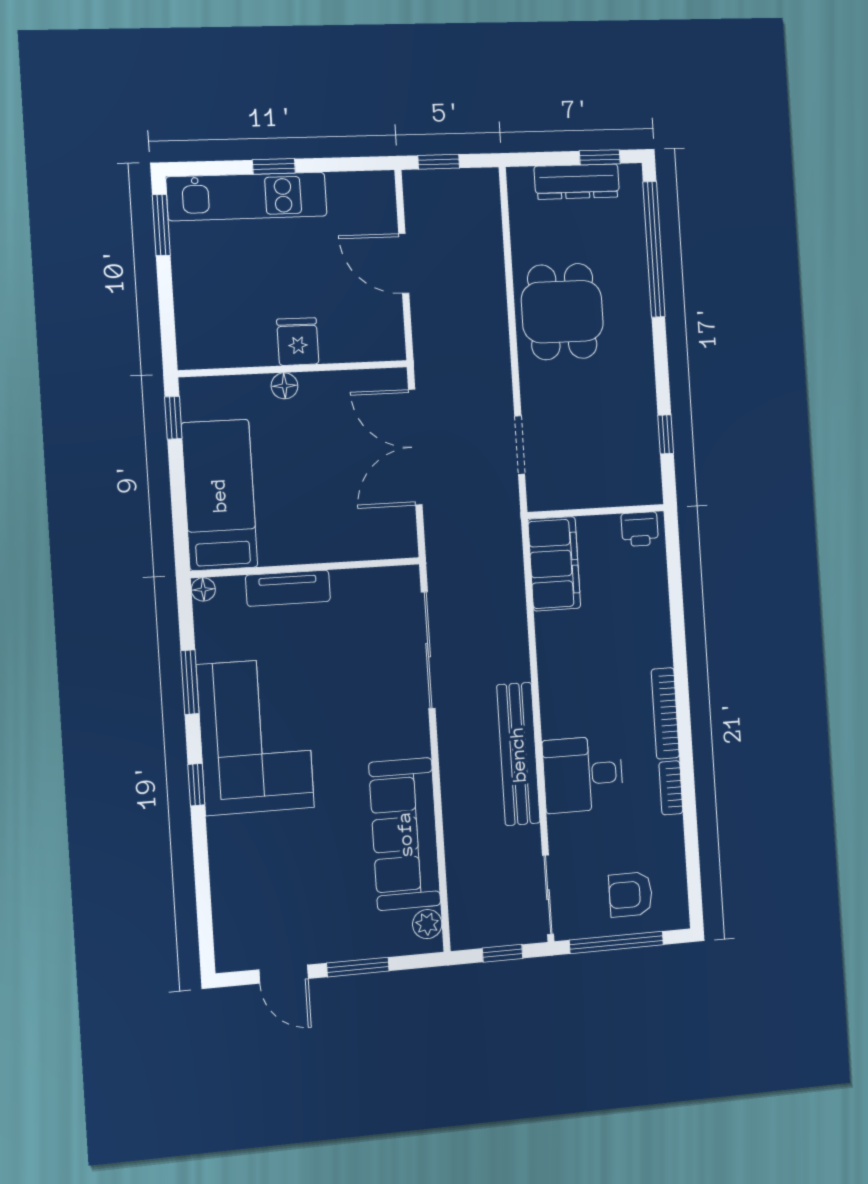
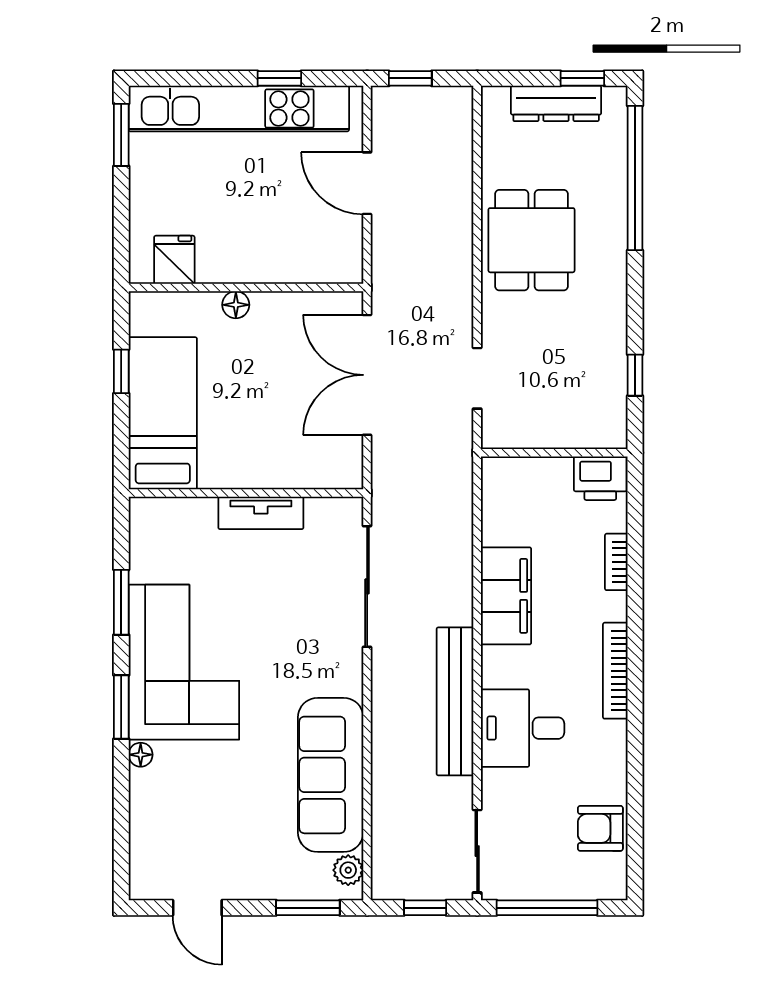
window: (274, 166) -> (279, 78), moved
kitchen unit: (247, 196) -> (239, 109), width x1.36
fridge: (298, 342) -> (174, 260), moved
window: (173, 418) -> (121, 371), moved
printer: (640, 529) -> (600, 478), width x1.36, depth x1.24
filing cabinet: (554, 564) -> (506, 596), moved
tv unit: (288, 588) -> (261, 513), moved
floor lamp: (203, 589) -> (141, 755), moved
window: (196, 785) -> (121, 707), width x1.50
bookcase: (671, 788) -> (616, 562), moved
armchair: (631, 894) -> (600, 828), moved
window: (358, 967) -> (308, 908), moved

